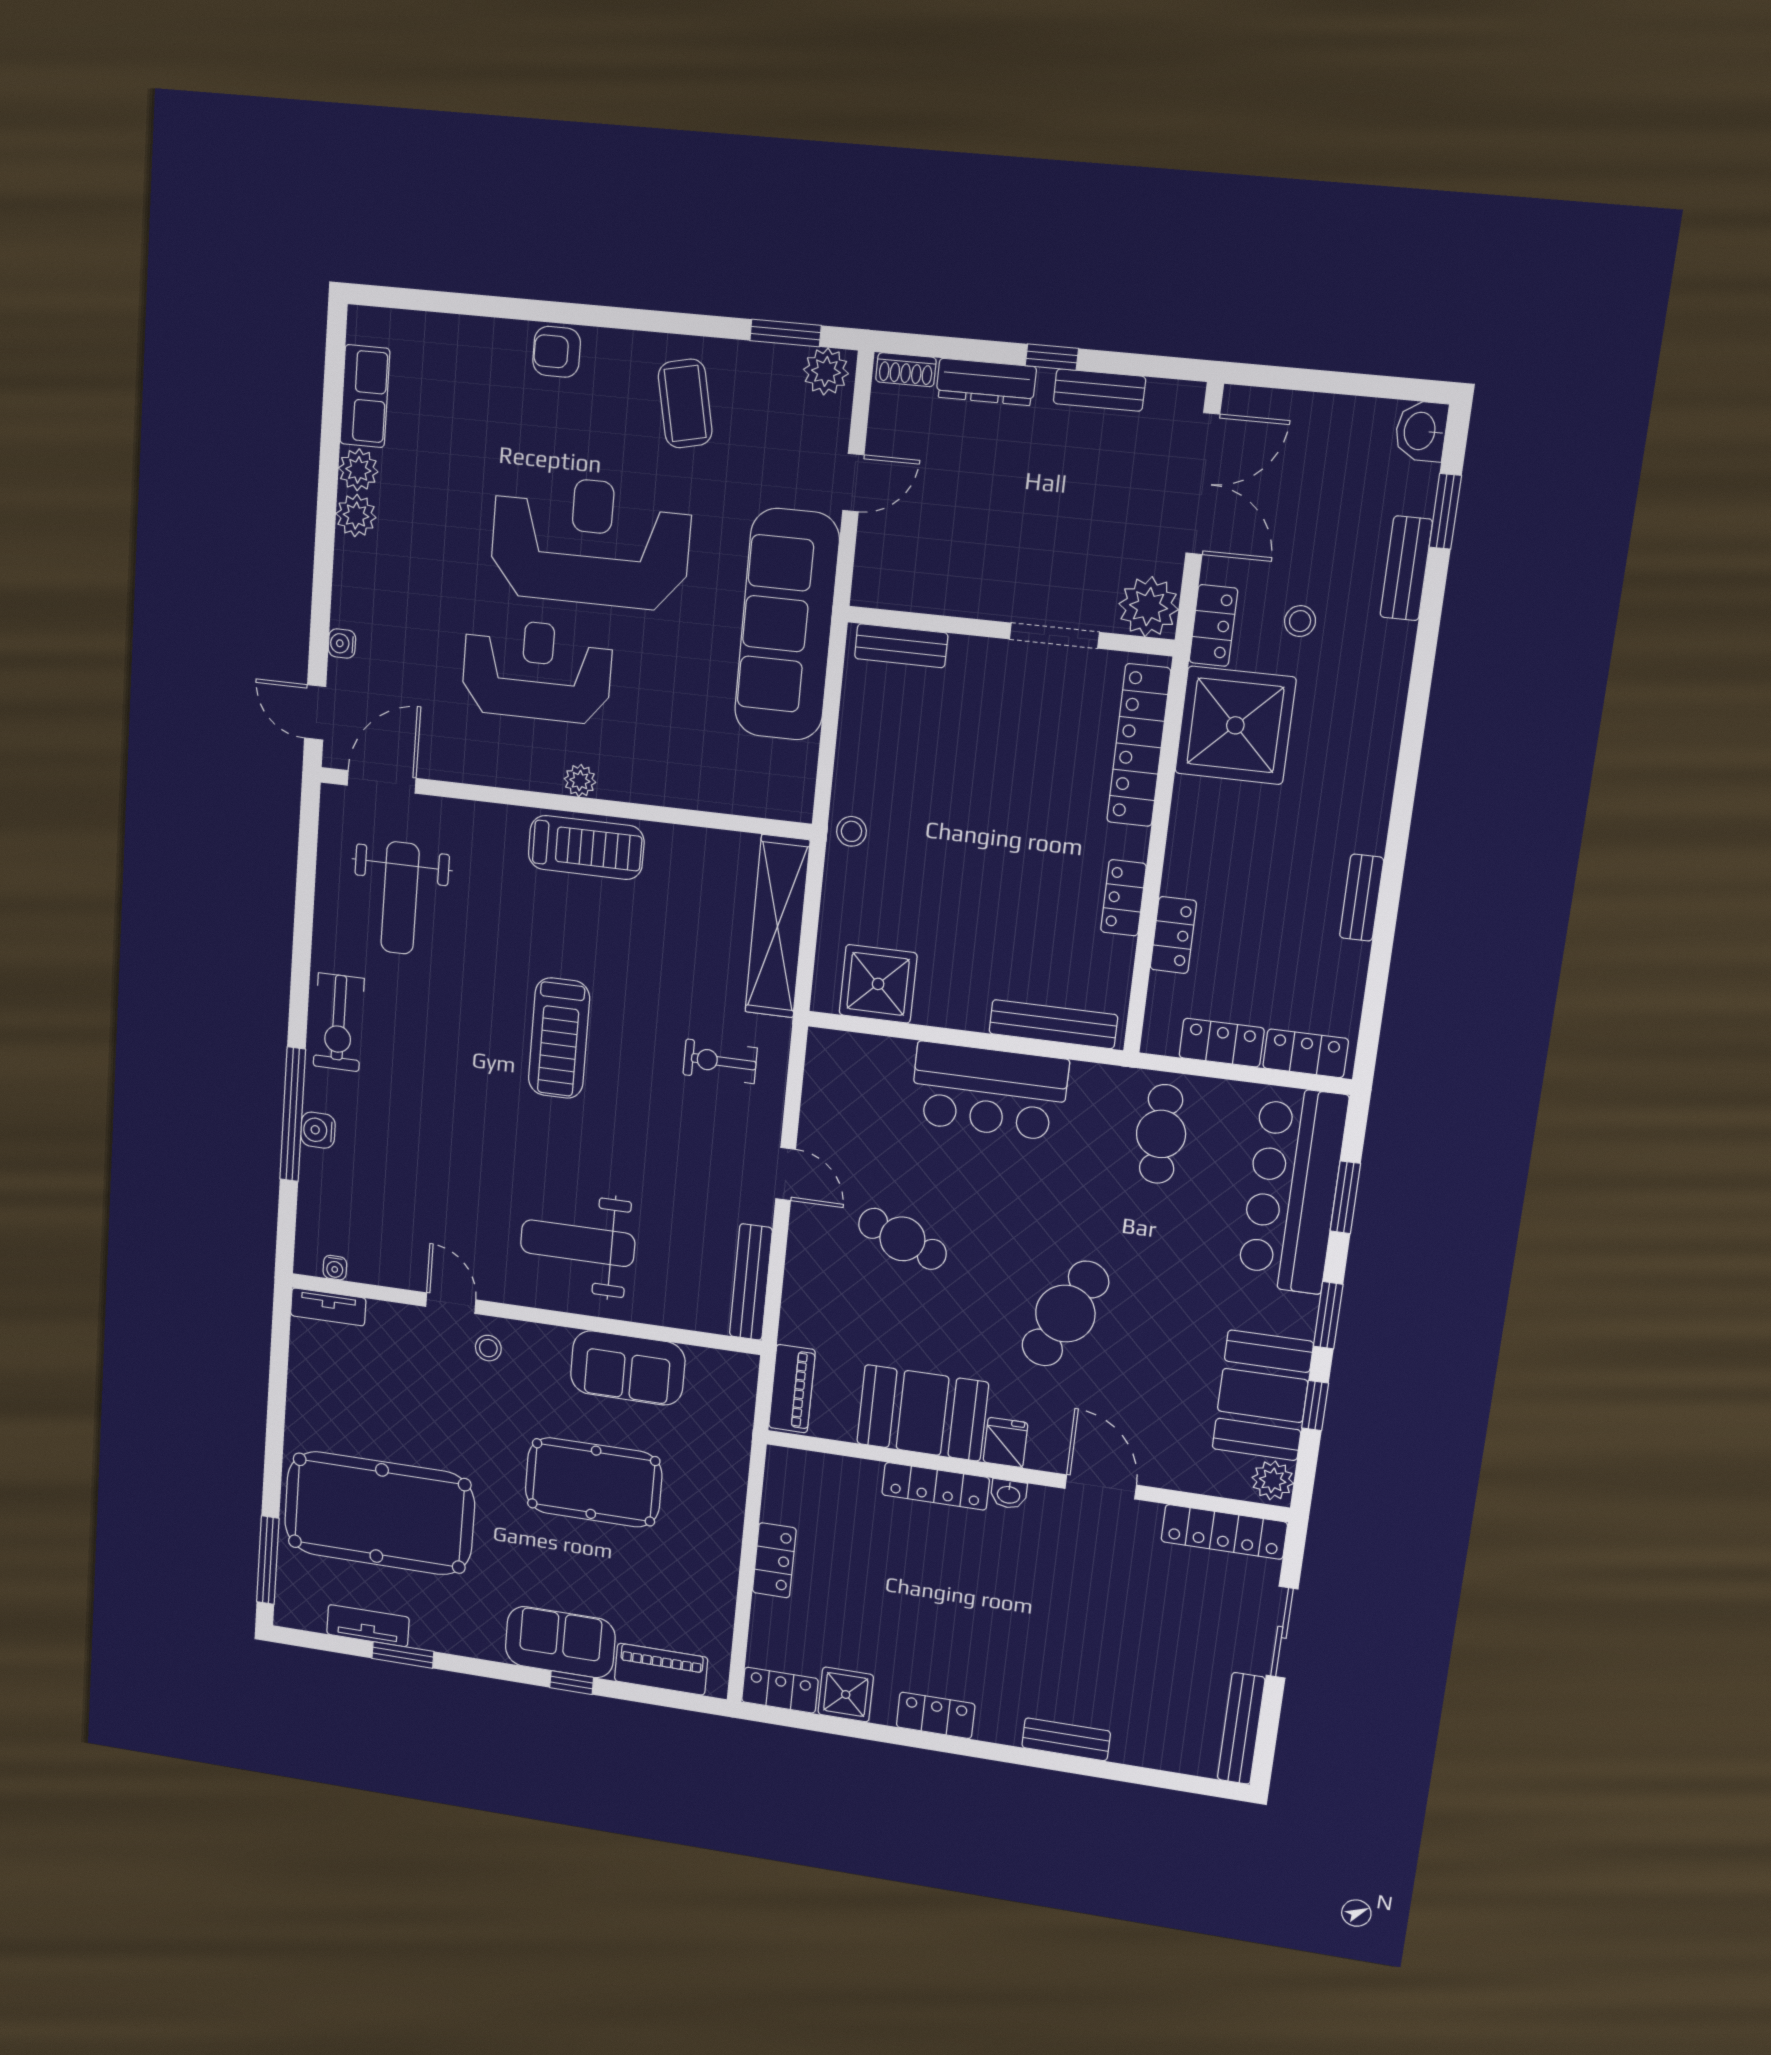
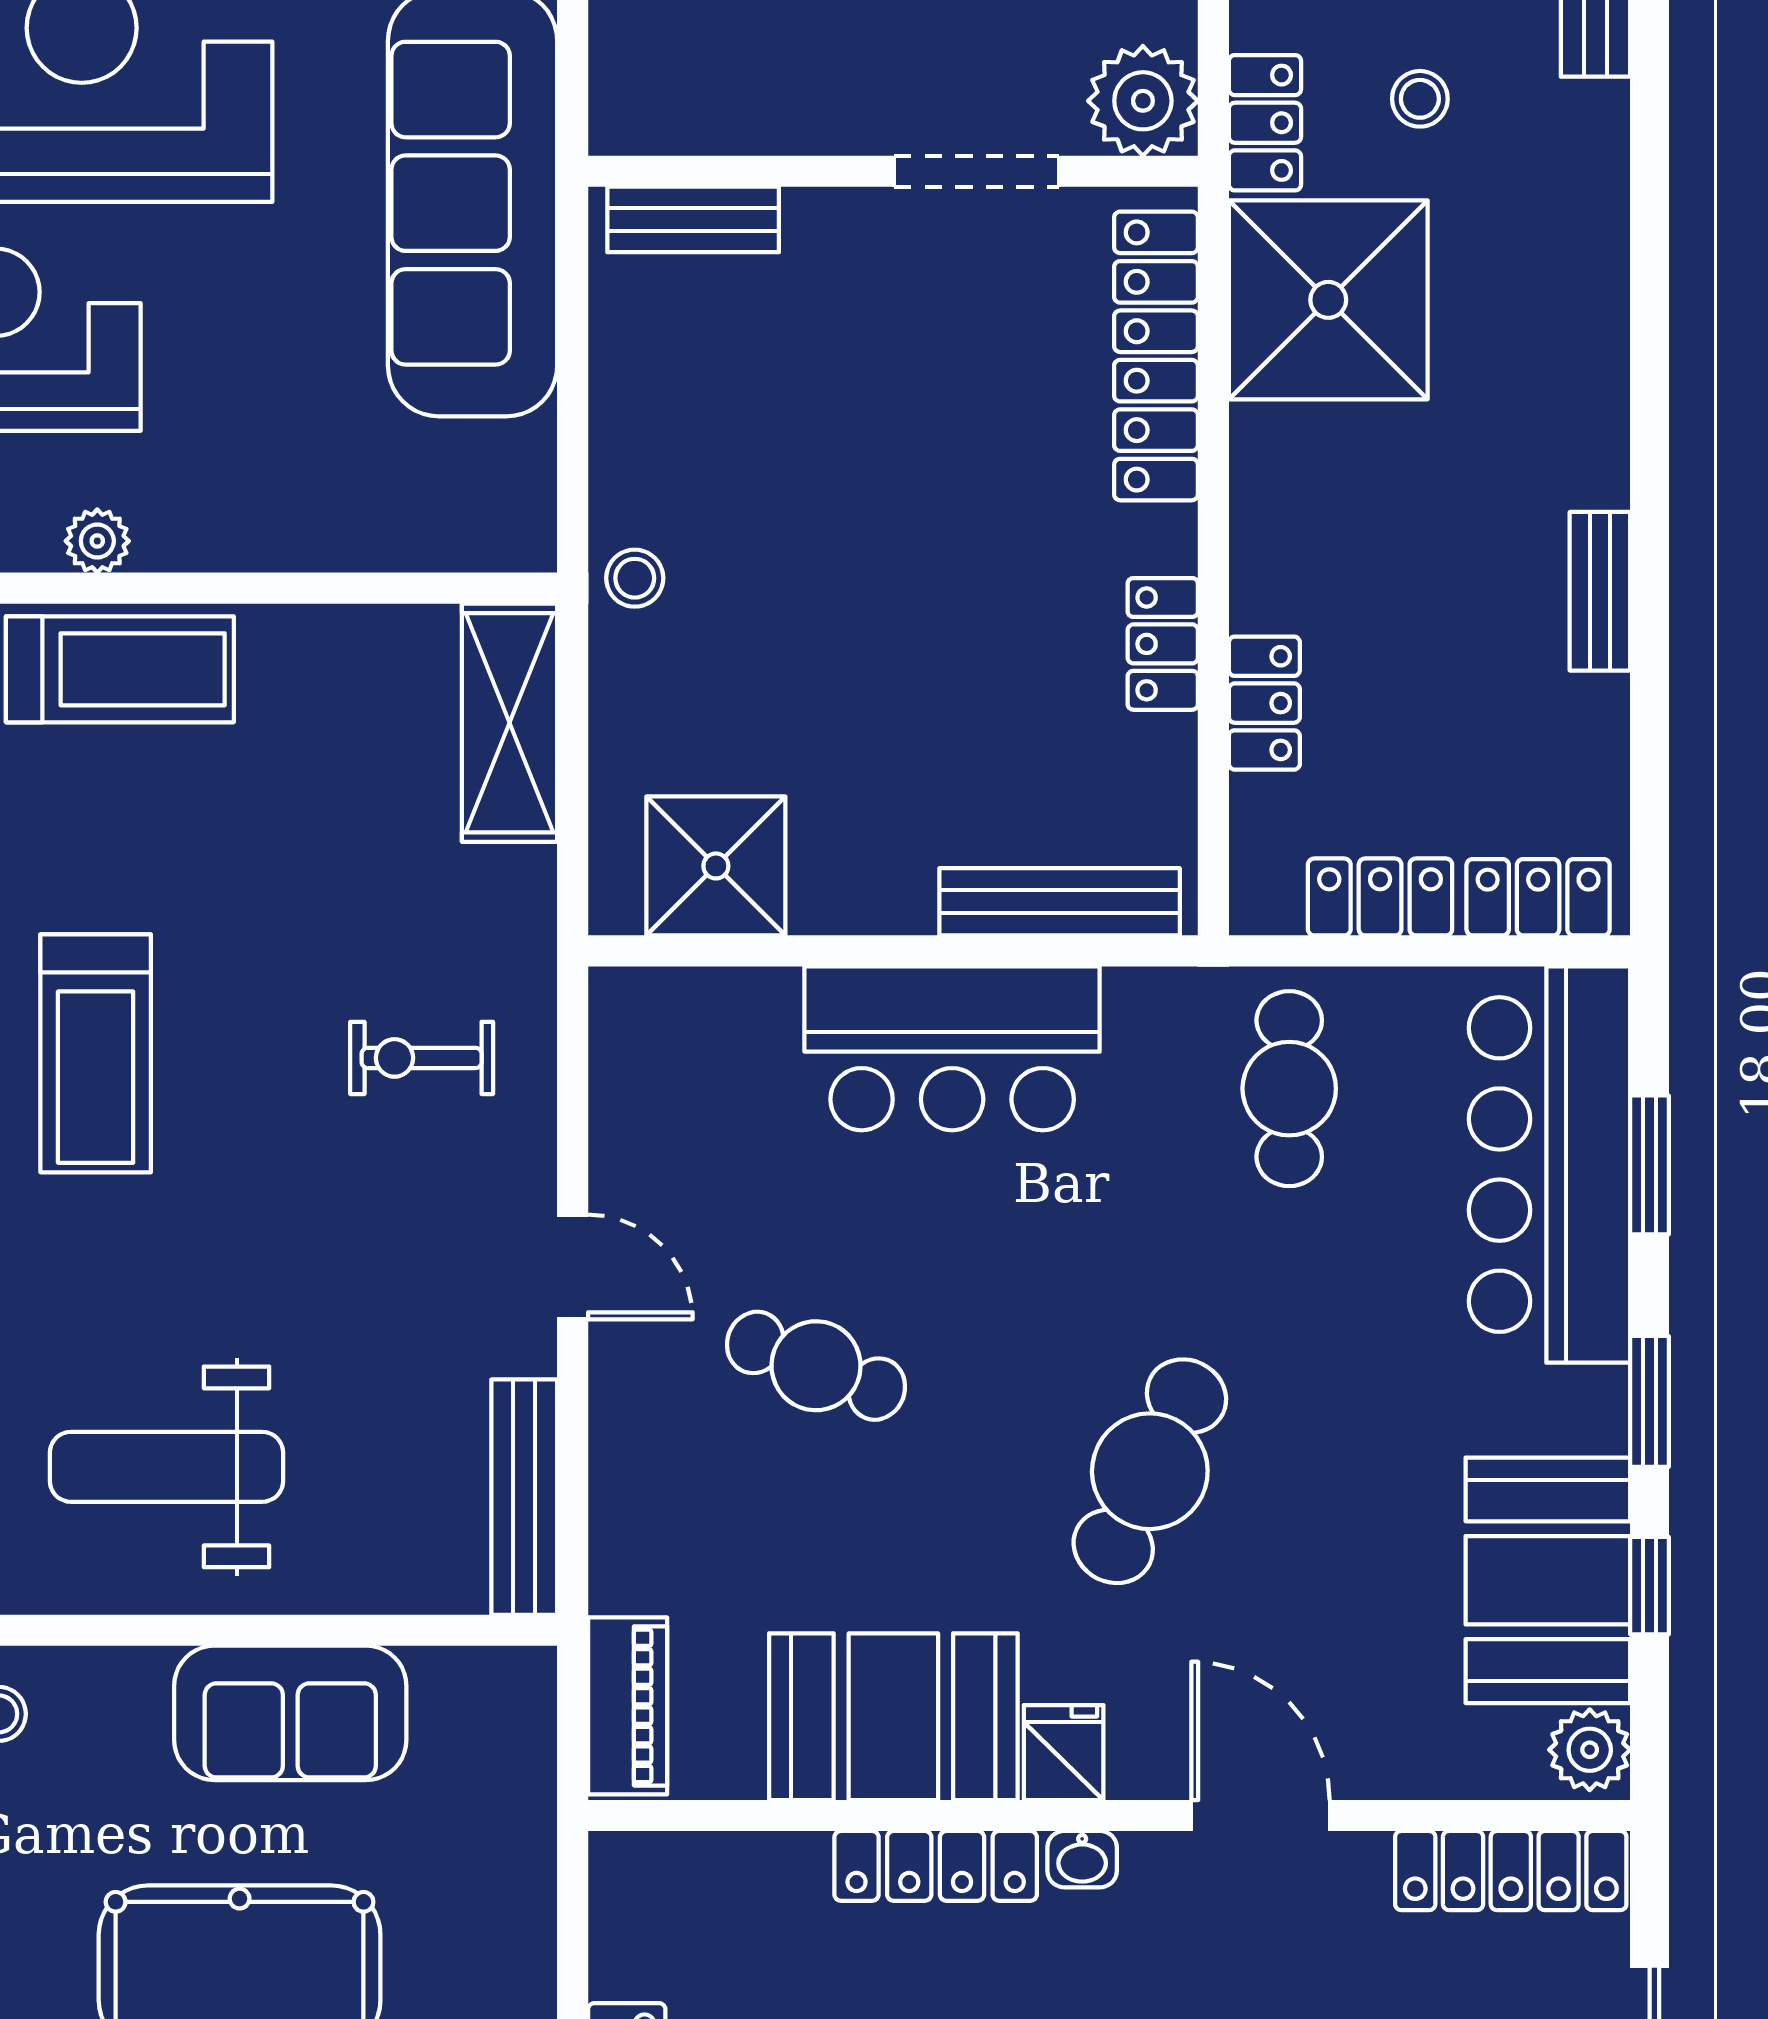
shelving: (777, 926) -> (510, 723), width x0.68

